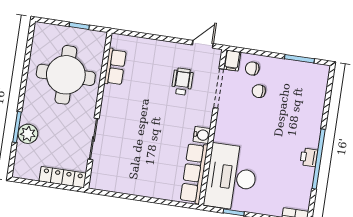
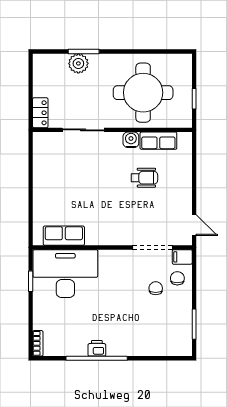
wheelchair: (182, 82) -> (144, 178), moved
water cooler: (202, 135) -> (131, 140), moved, turned 180
row of seats: (194, 173) -> (64, 236), width x0.68
locker: (63, 177) -> (40, 113), width x0.66

